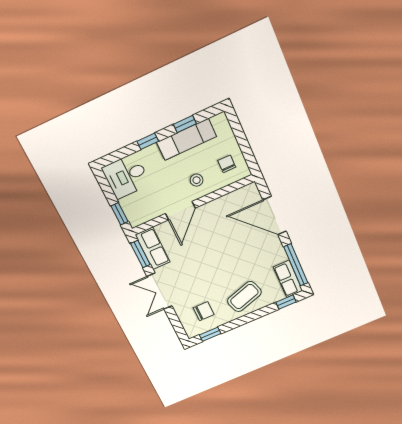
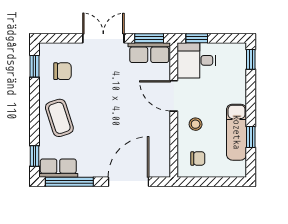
window: (148, 141) -> (251, 59), moved
desk: (126, 176) -> (196, 60), moved, turned -90
chair: (204, 311) -> (62, 71), turned -90

